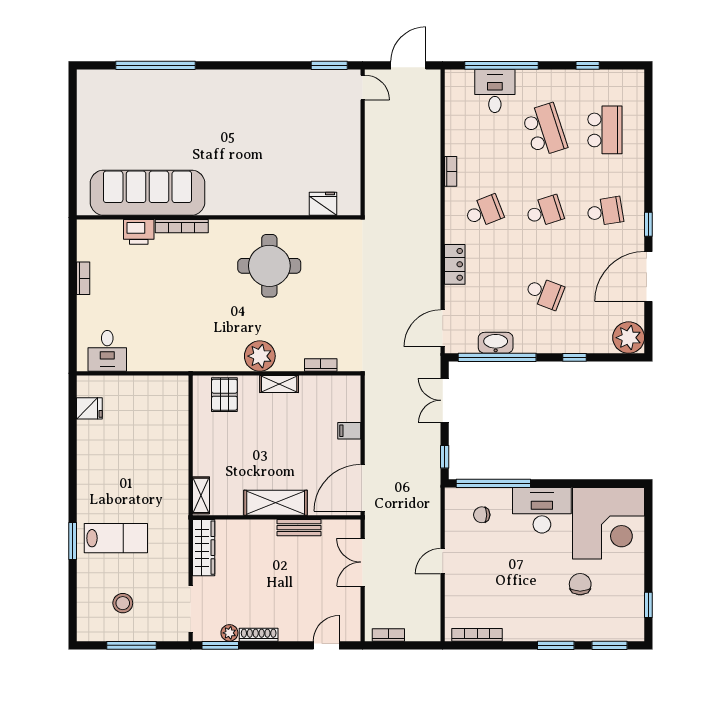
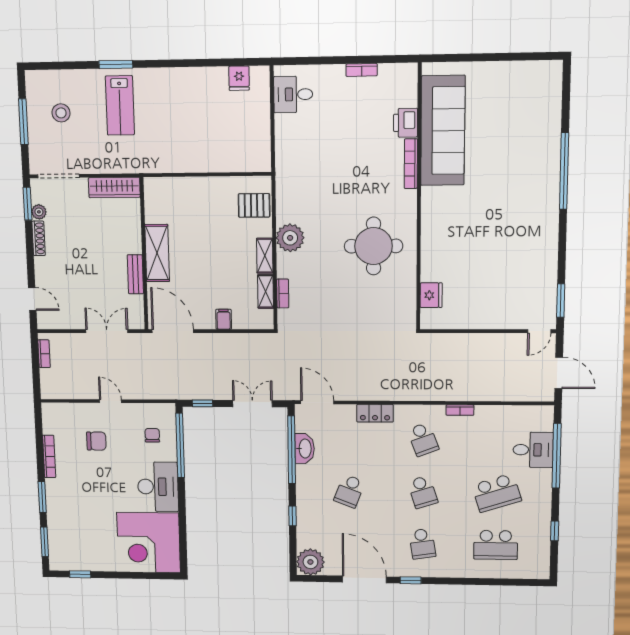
window: (155, 65) -> (564, 171), moved
shelving: (201, 495) -> (266, 291), moved, turned 90
chair: (580, 584) -> (96, 441), moved
bookcase: (477, 635) -> (49, 456), moved

